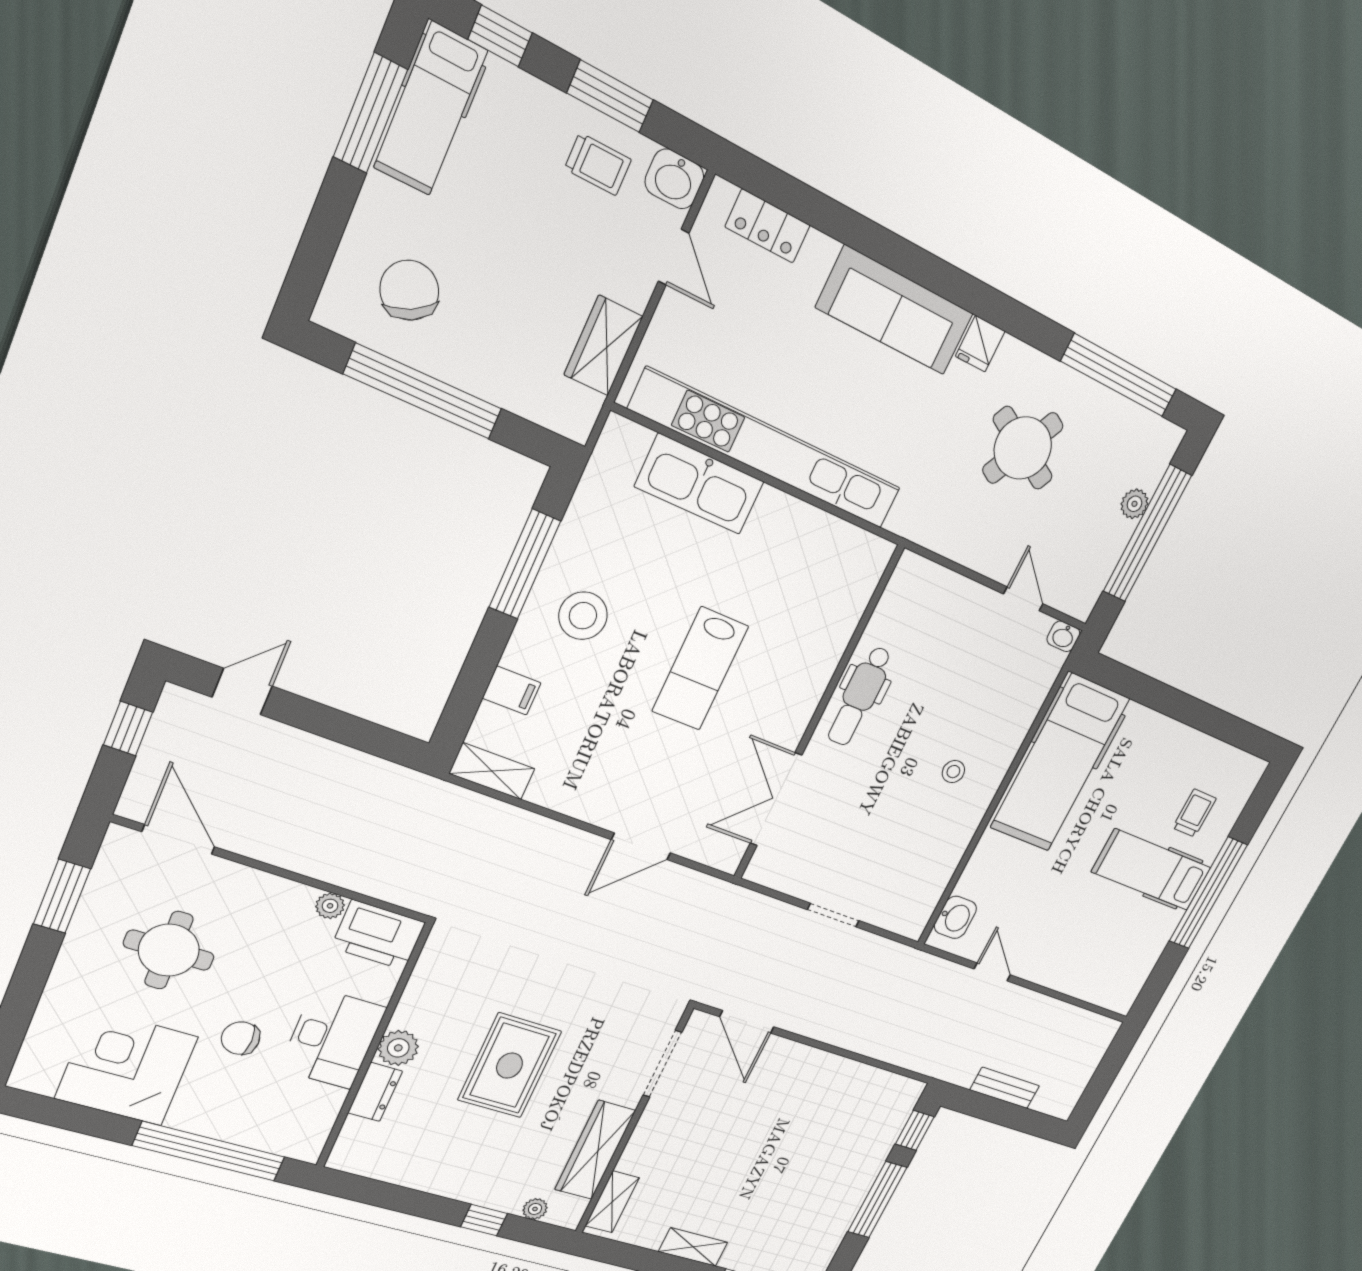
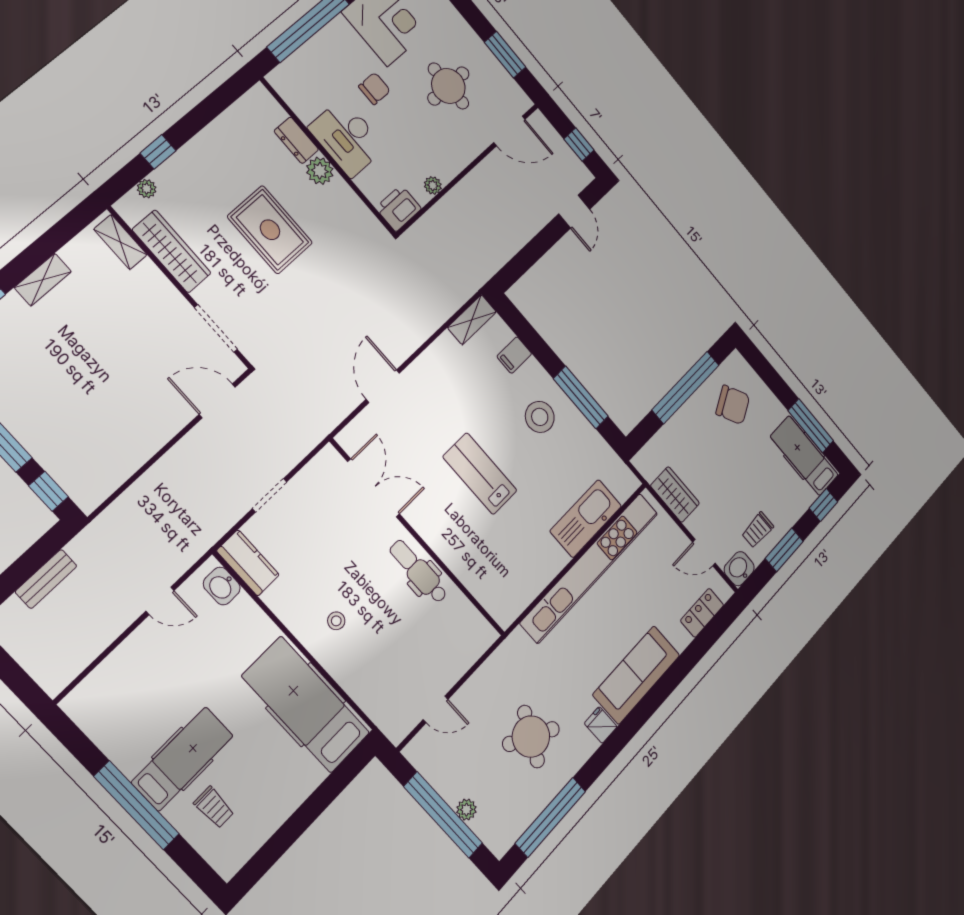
washbasin: (1063, 636) -> (398, 733), removed
kitchen counter: (920, 902) -> (248, 563), added
printer: (378, 935) -> (398, 208), width x0.73, depth x0.84

